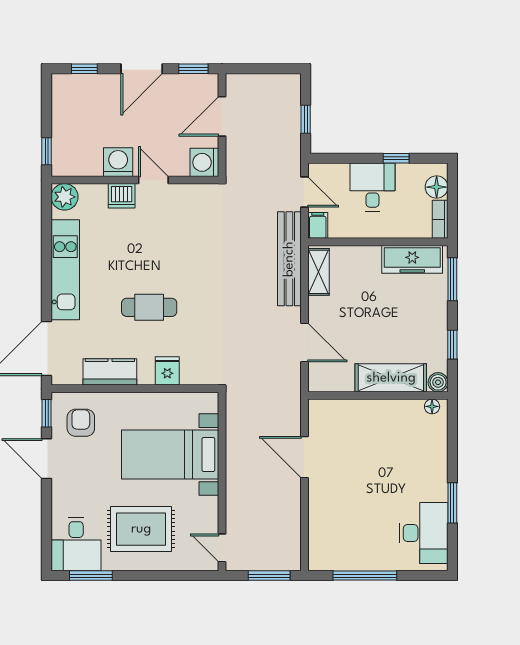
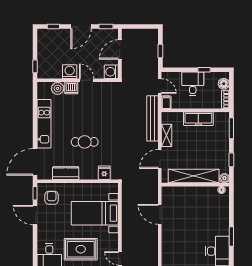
plant: (65, 197) -> (58, 88), moved
freezer: (412, 259) -> (198, 119), moved
shelving: (319, 272) -> (167, 135), moved
door: (305, 343) -> (160, 159), swing flipped
fridge: (167, 371) -> (104, 173), moved
shelving: (391, 378) -> (194, 176), width x1.47

